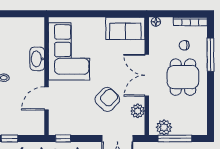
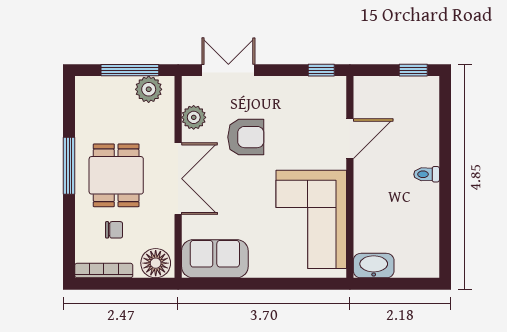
floor lamp: (156, 22) -> (156, 263), width x1.89, depth x1.89
window: (210, 55) -> (69, 166), moved
washbasin: (37, 59) -> (374, 266), moved, turned -90
armchair: (107, 99) -> (246, 137), turned -134

